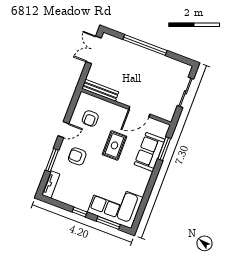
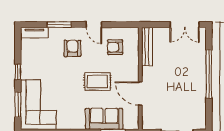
double door: (94, 50) -> (185, 25), swing flipped

